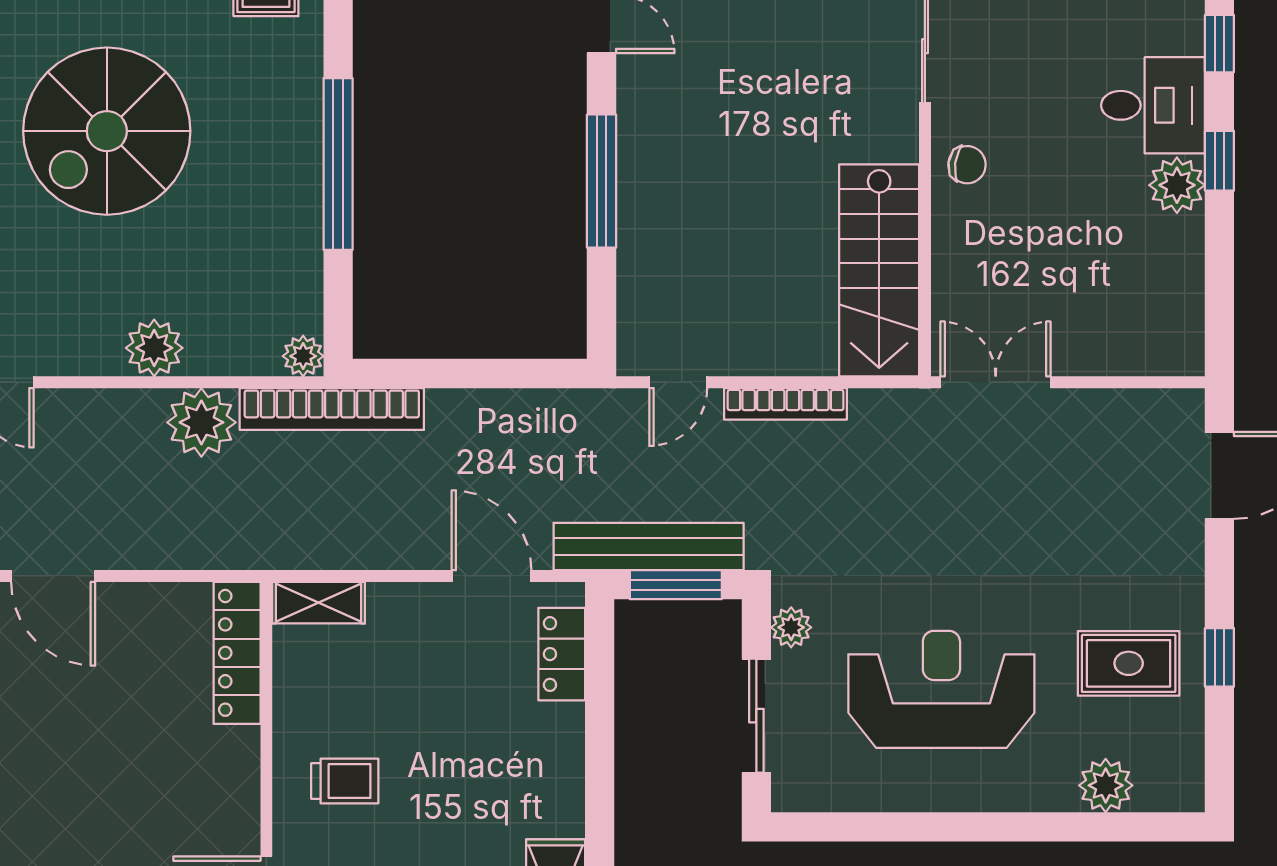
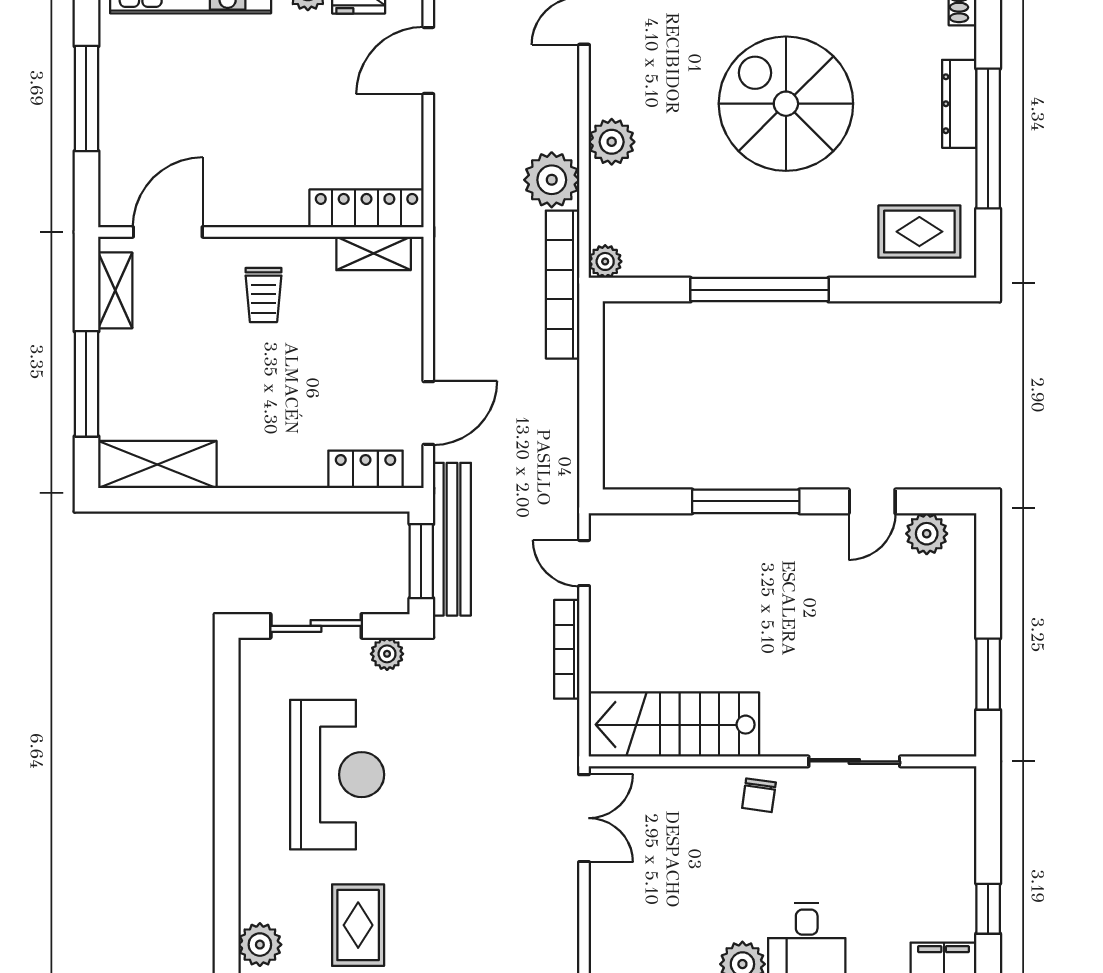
shelving: (319, 603) -> (374, 253), moved, turned 90
plant: (1106, 785) -> (260, 945), moved

